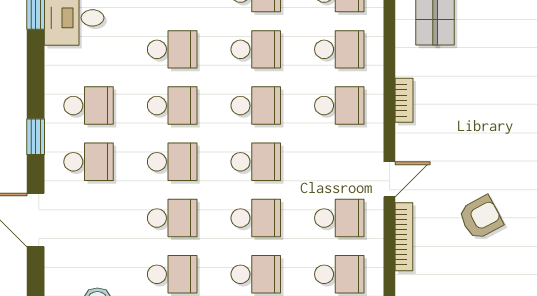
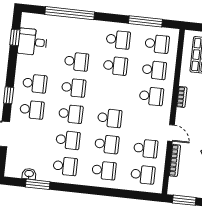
school desk: (256, 106) -> (113, 92), removed
door: (389, 179) -> (171, 133), hinge flipped

